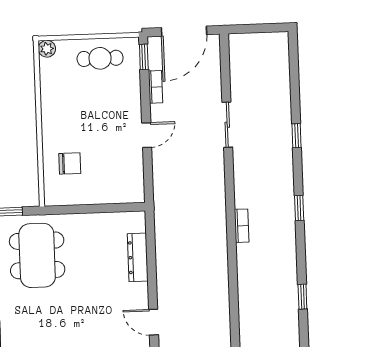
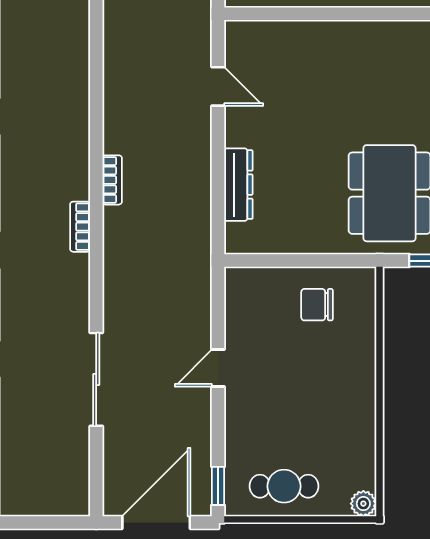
bookcase: (155, 87) -> (112, 180), moved, turned 180
sliding door: (227, 125) -> (96, 379), width x1.37
chair: (70, 163) -> (317, 305), moved

